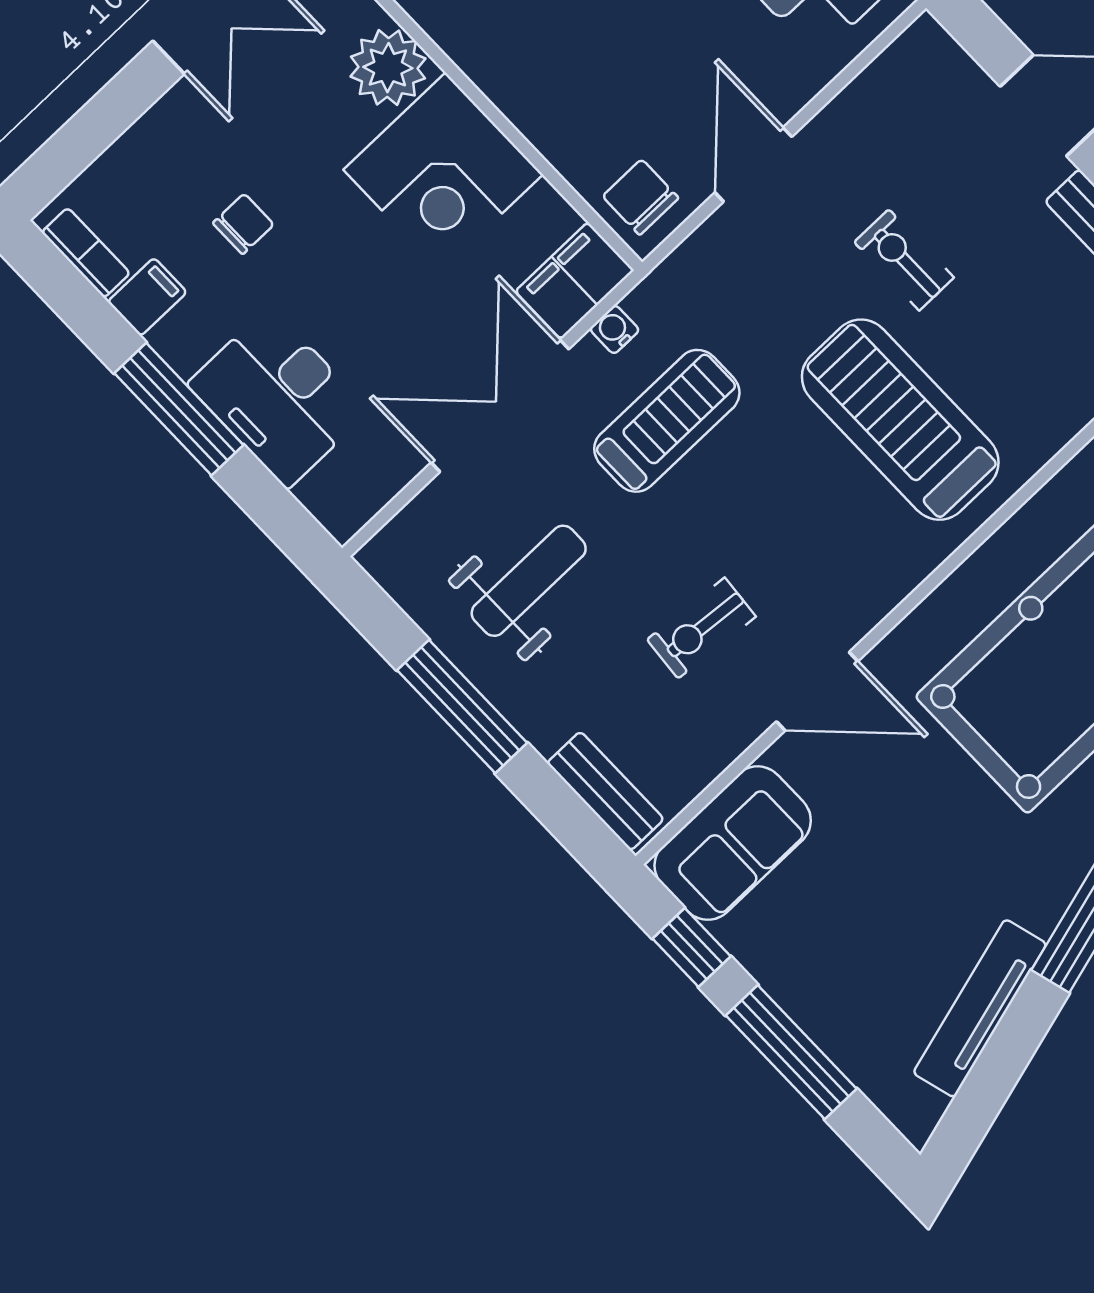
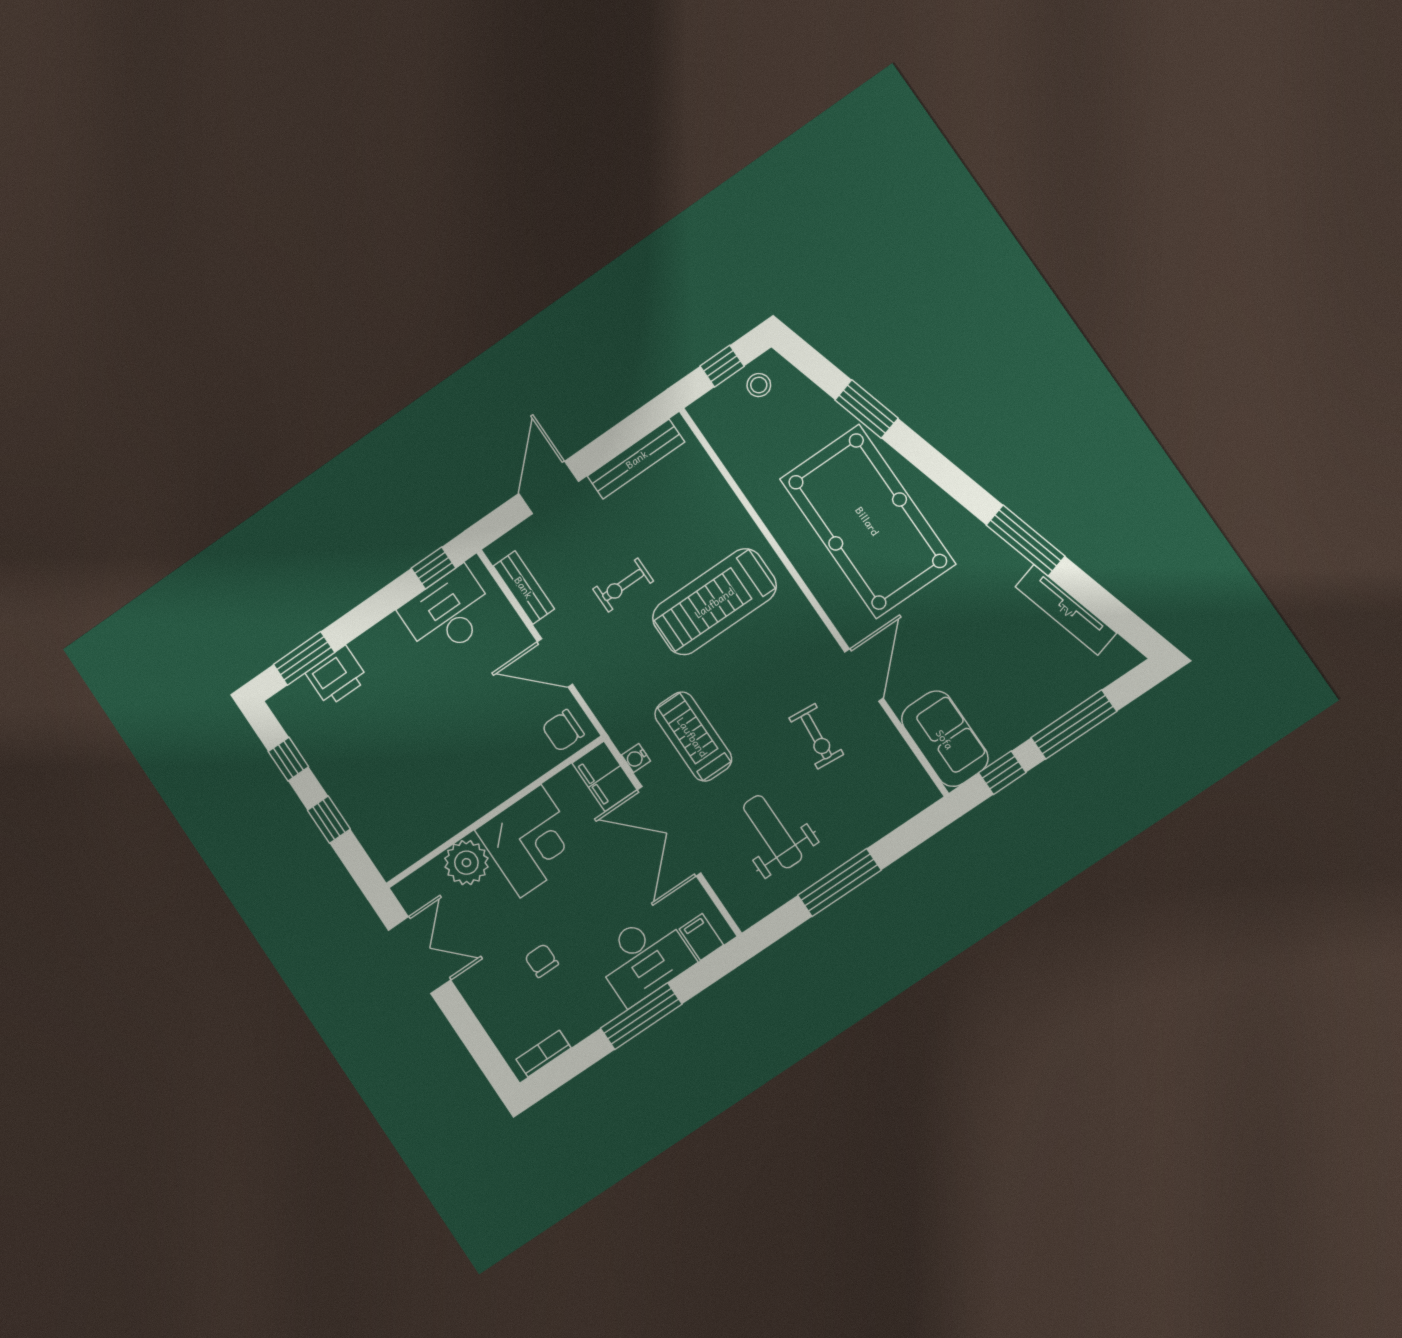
filing cabinet: (147, 297) -> (701, 937), moved
bench: (605, 791) -> (524, 587), moved, turned 90

